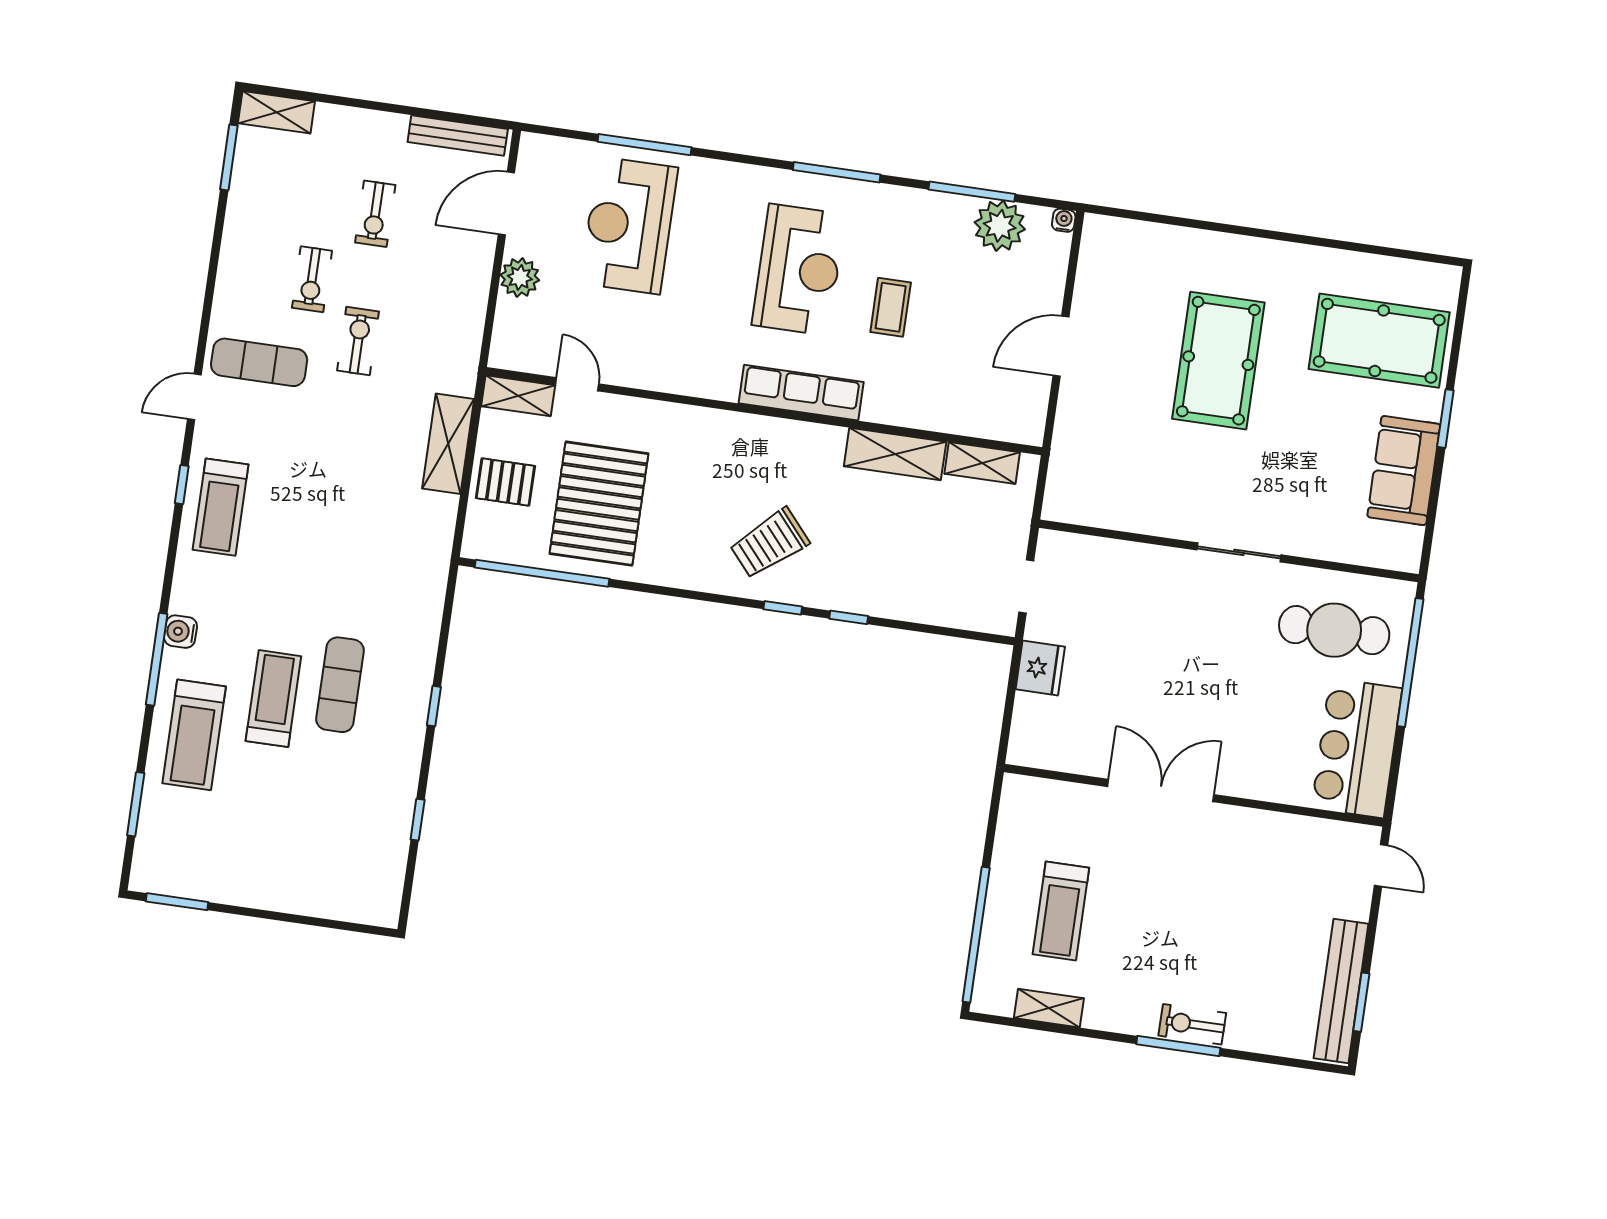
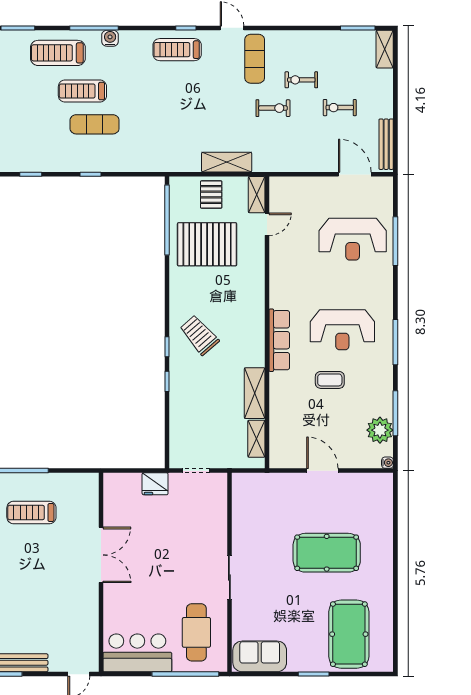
reception desk: (629, 225) -> (353, 239), turned 180
plant: (520, 278) -> (318, 187), removed
sofa: (1404, 471) -> (260, 656), moved
treadmill: (273, 699) -> (82, 91), turned 180

